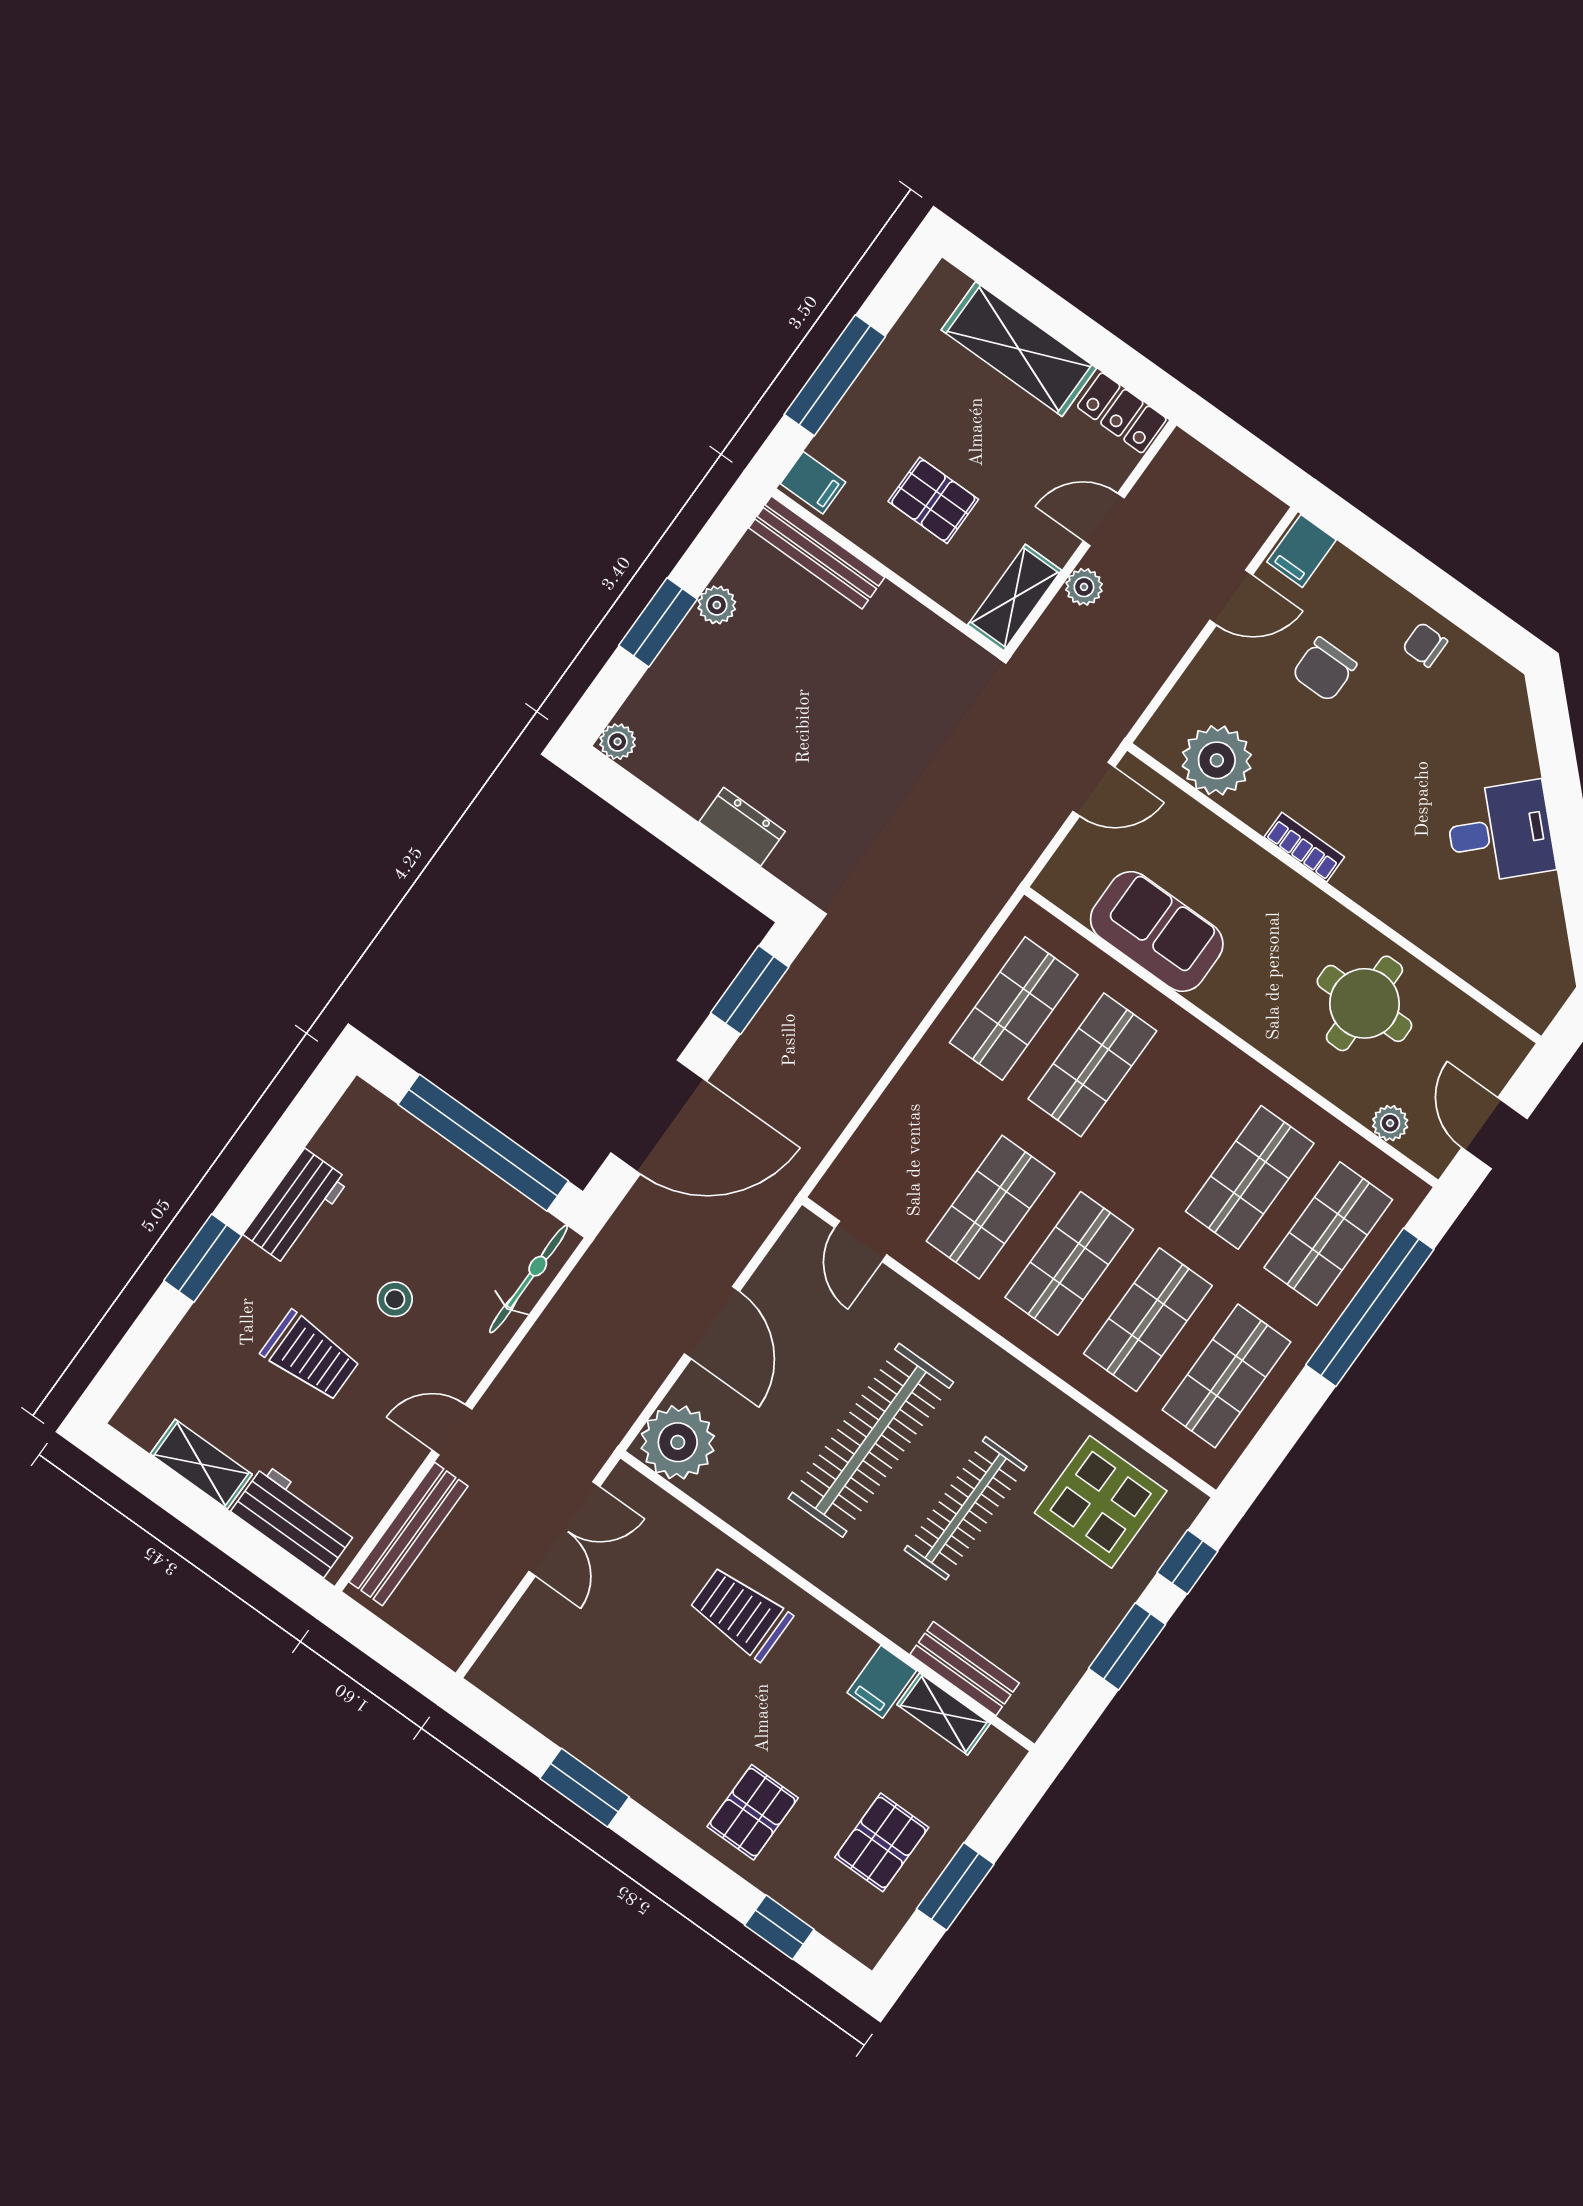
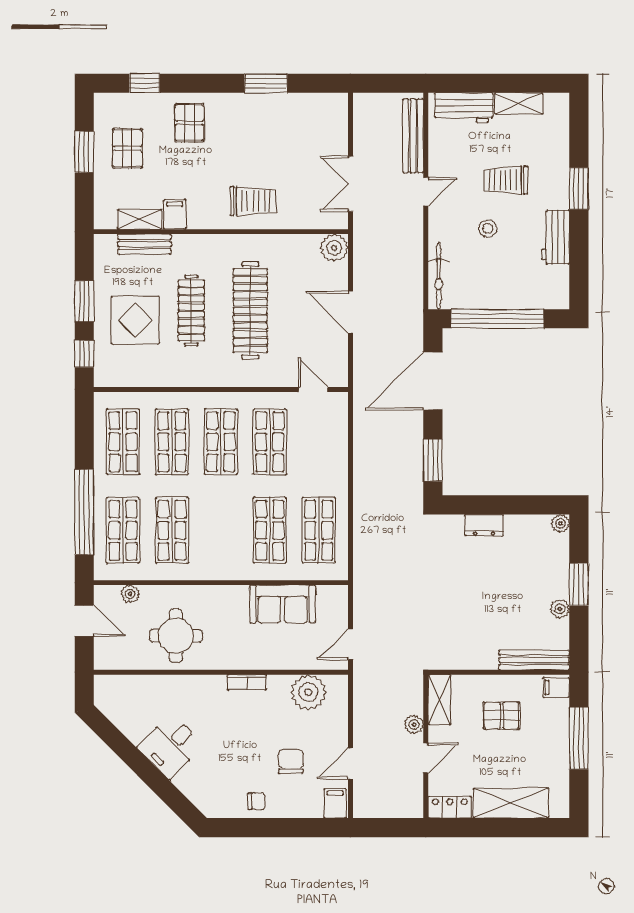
plant: (678, 1442) -> (334, 248), width x0.73, depth x0.73
display table: (1101, 1502) -> (135, 320), moved

